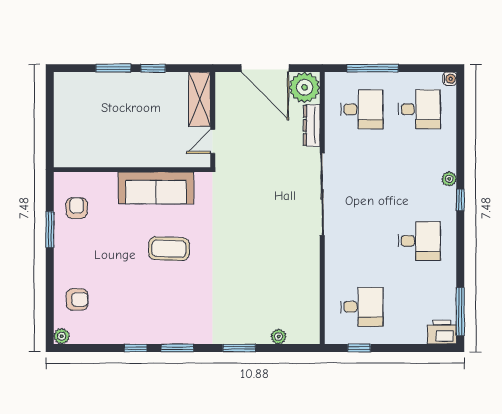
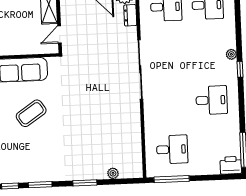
dresser: (312, 125) -> (130, 15), width x0.70
coffee table: (169, 249) -> (31, 113), turned -36
window: (359, 348) -> (172, 179), width x2.17

